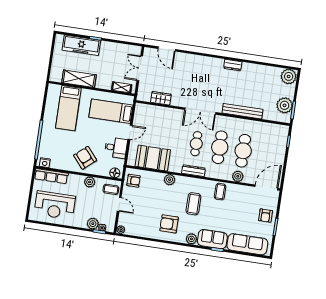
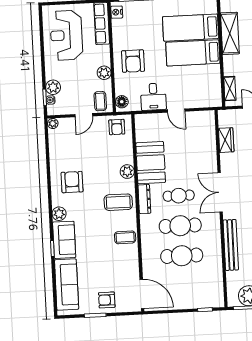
bed: (111, 111) -> (193, 53), moved, turned -90
armchair: (85, 158) -> (133, 61), turned 131
booth: (153, 158) -> (151, 163), moved
plant: (238, 176) -> (149, 256), removed
coffee table: (193, 204) -> (118, 202), moved

